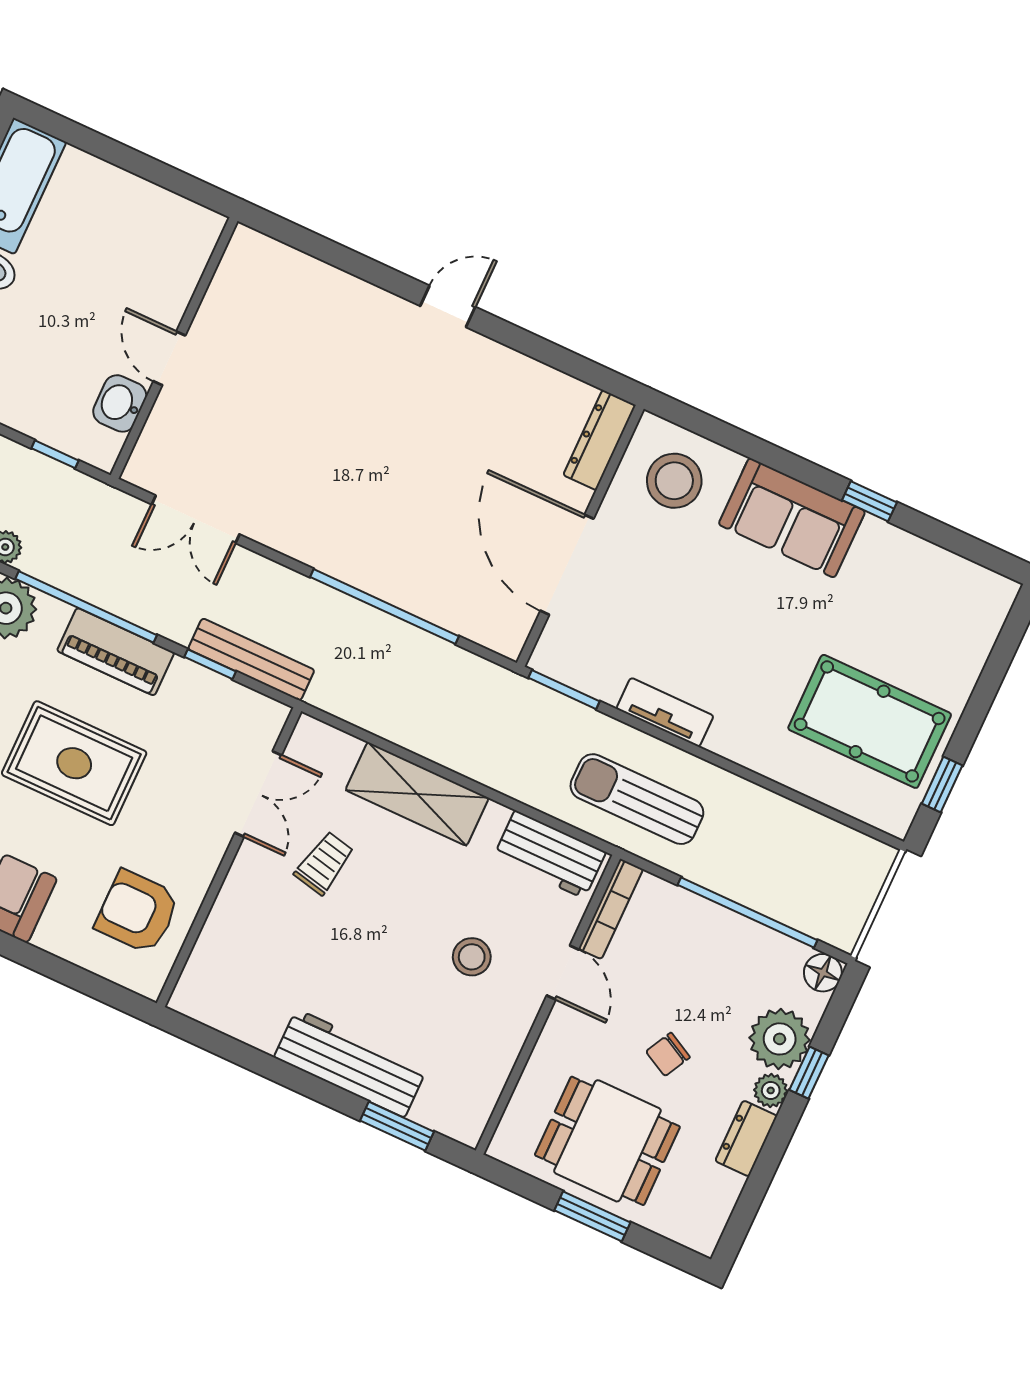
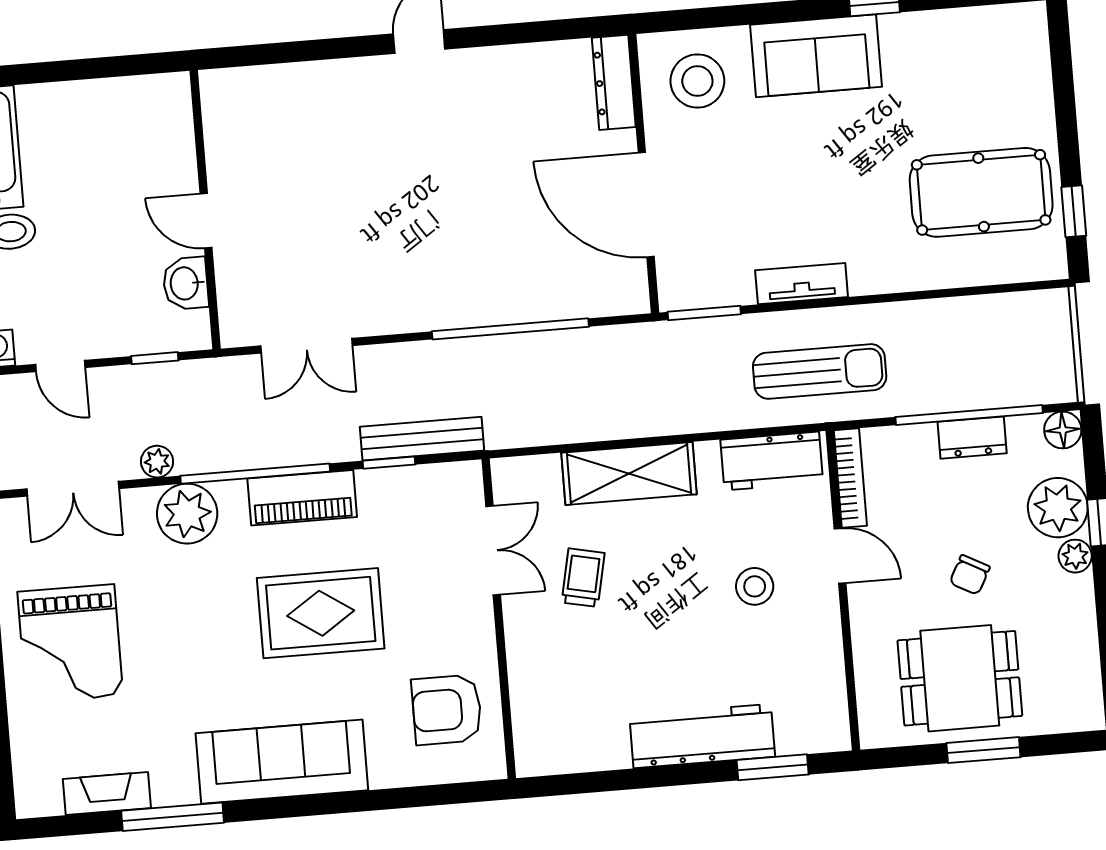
sun lounger: (637, 799) -> (820, 371), turned 180
dresser: (746, 1138) -> (972, 438), moved, turned -90

